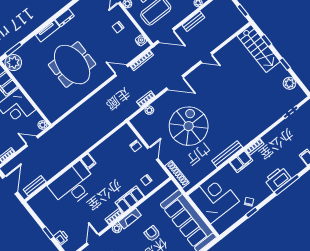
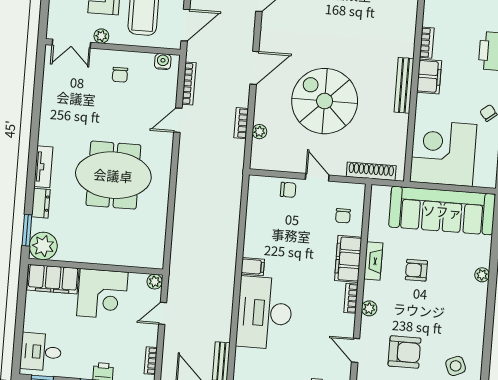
dresser: (65, 18) -> (41, 203), moved
fireplace: (130, 218) -> (373, 261), moved

